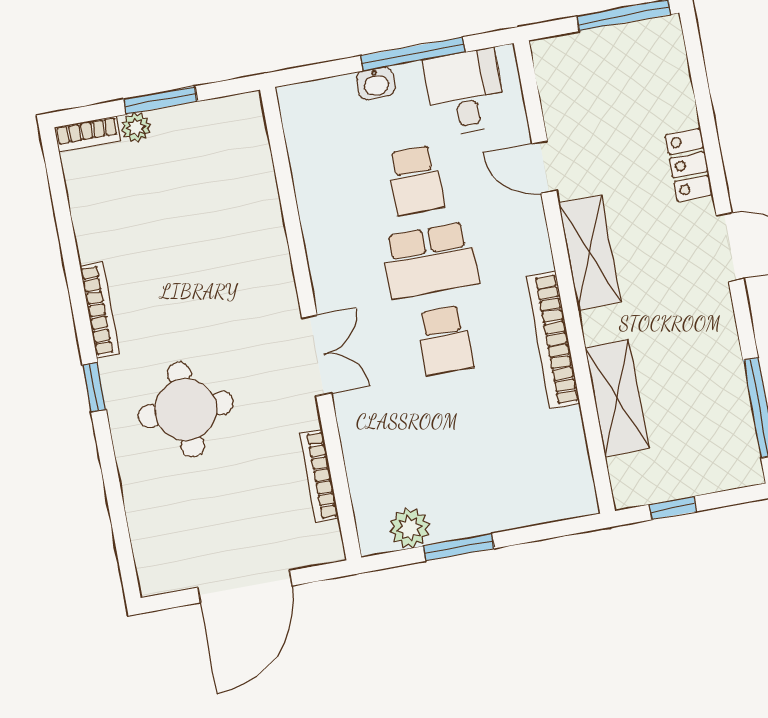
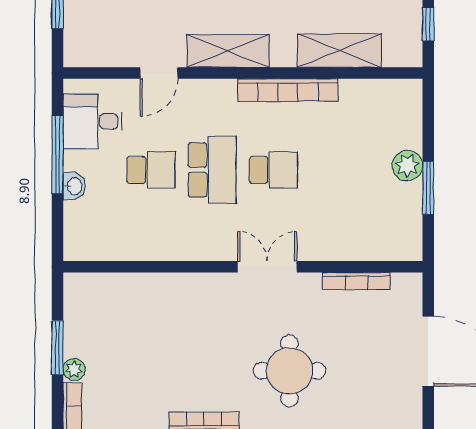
plant: (410, 528) -> (407, 166), moved

